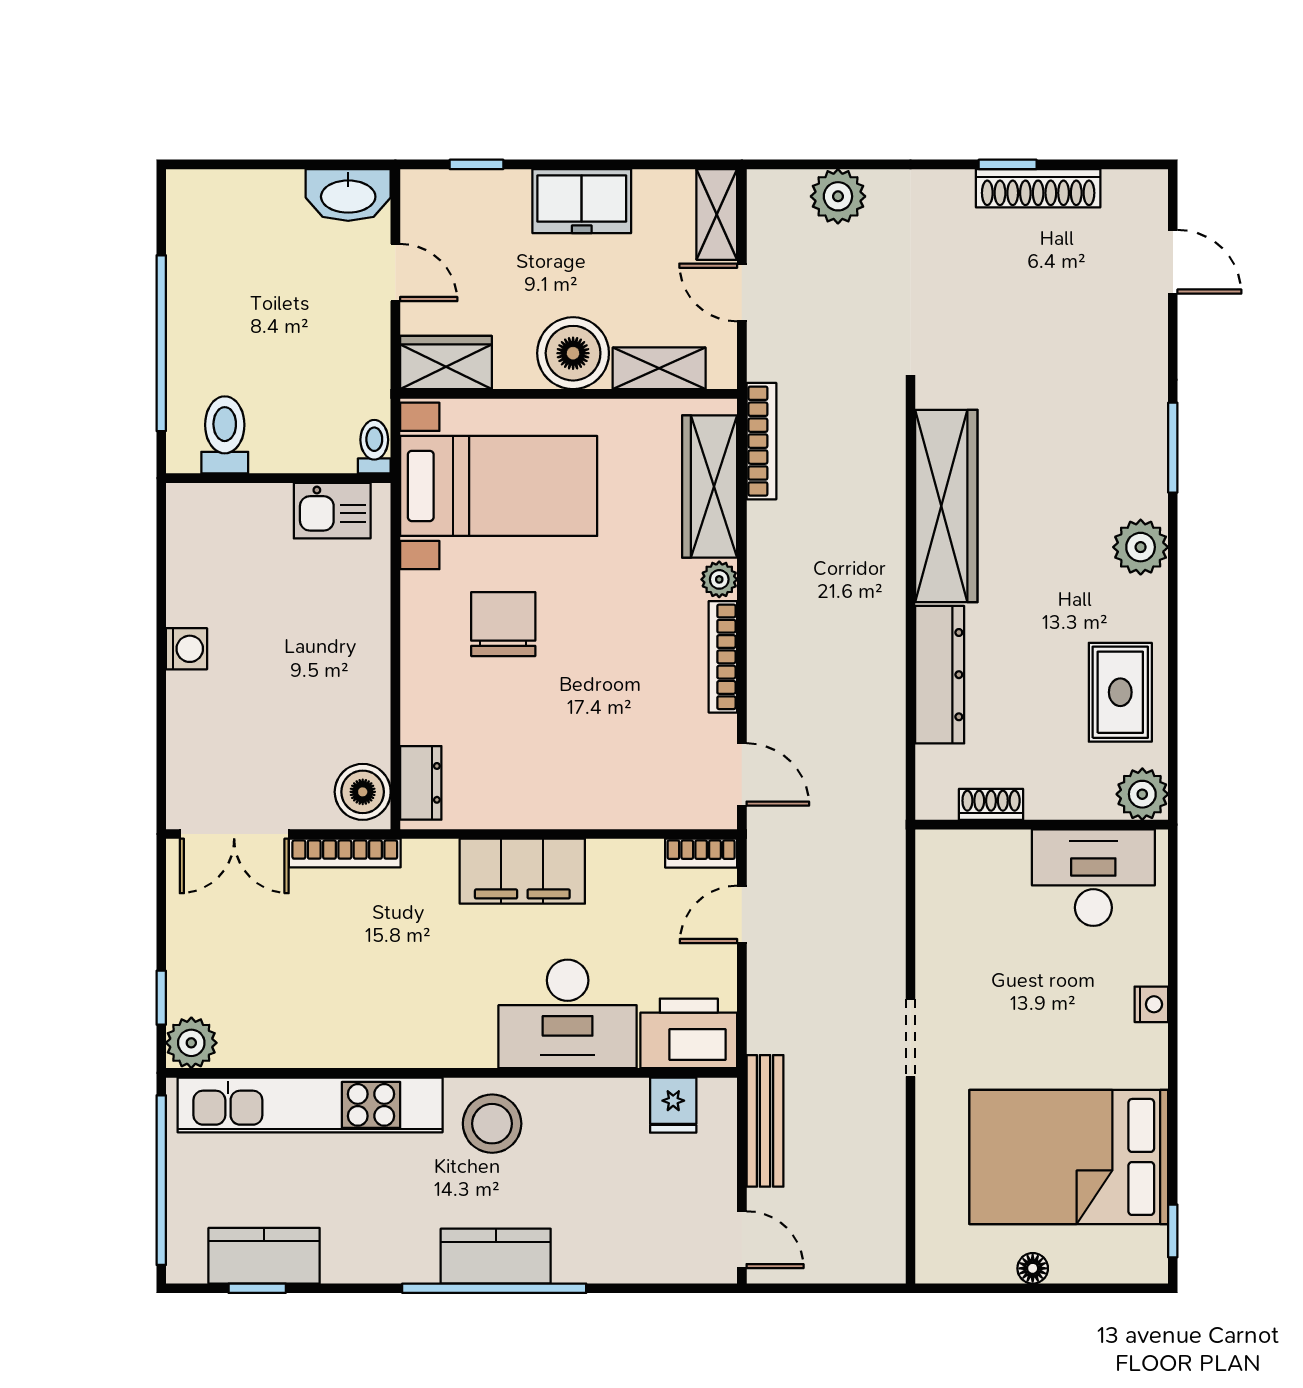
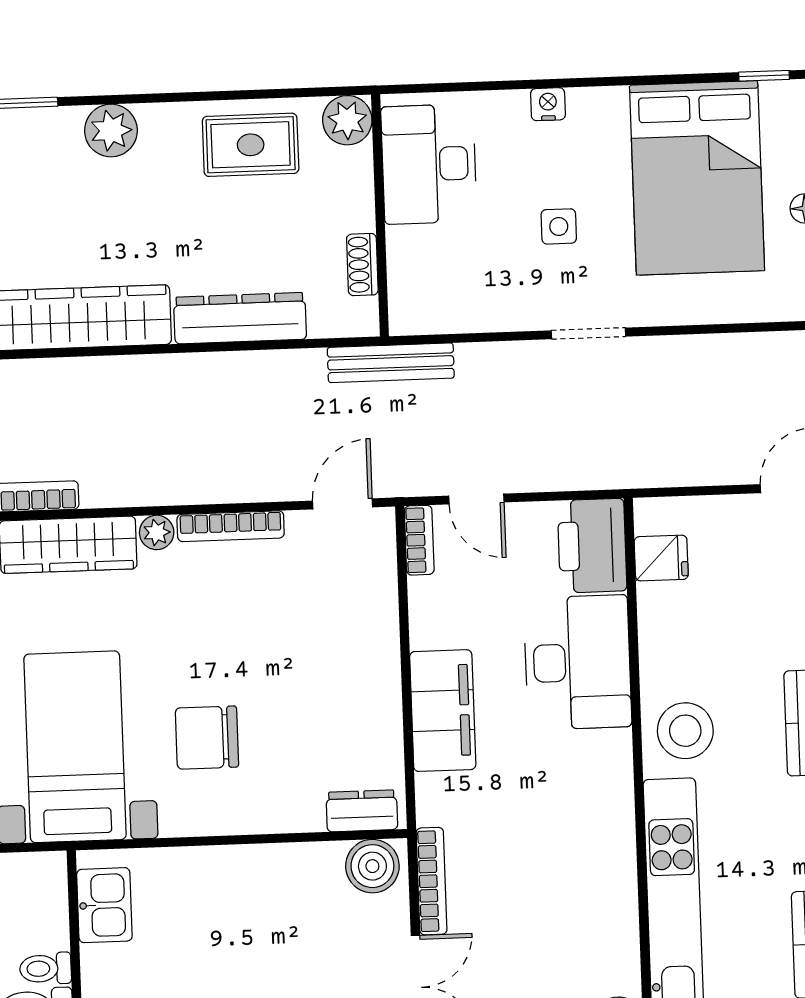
toilet: (374, 447) -> (46, 968), moved
side table: (1023, 1011) -> (559, 226), added
bench: (765, 1121) -> (391, 363), moved

